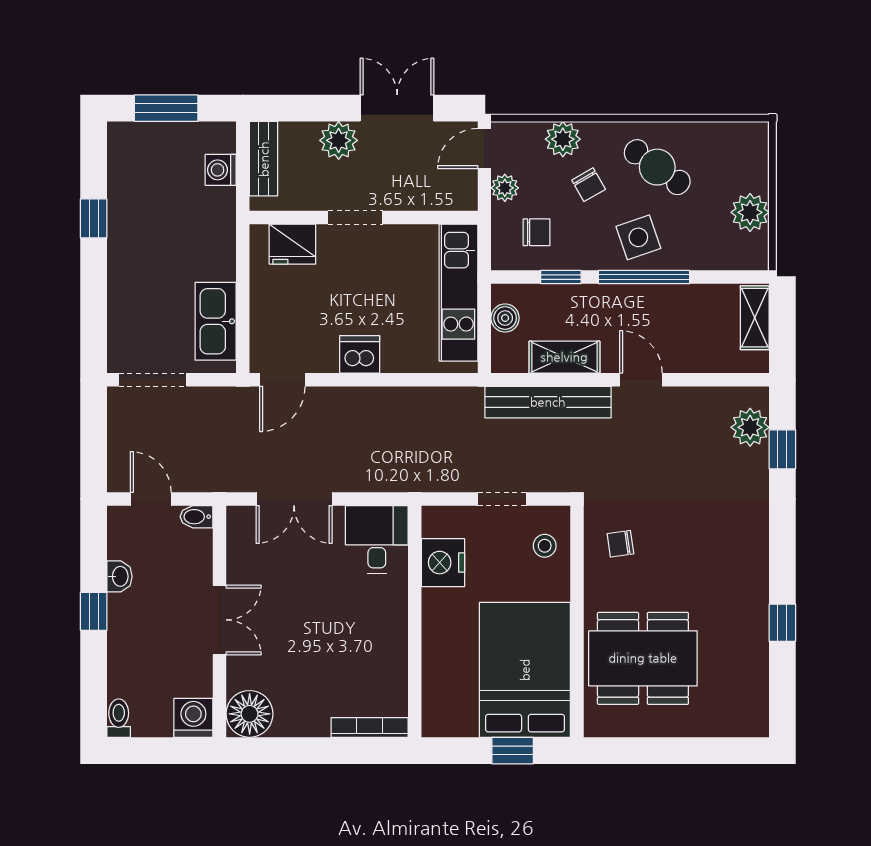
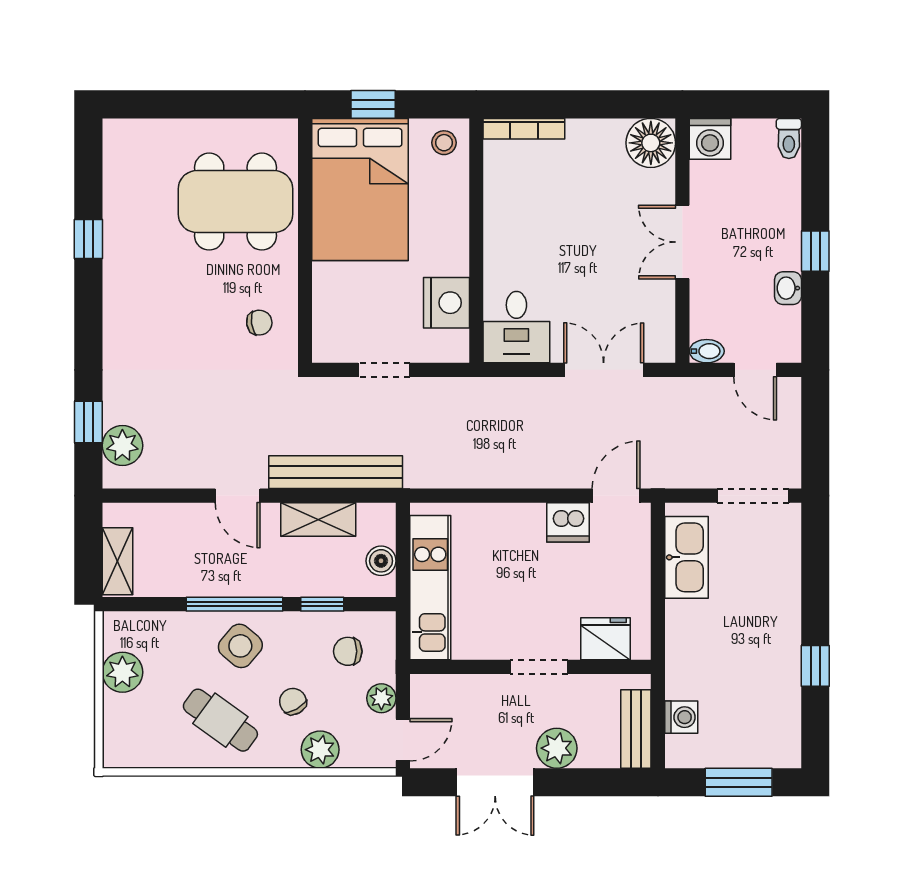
side table: (638, 237) -> (240, 646), turned -31
dishwasher: (360, 354) -> (568, 522), moved
stool: (545, 546) -> (444, 143), moved

